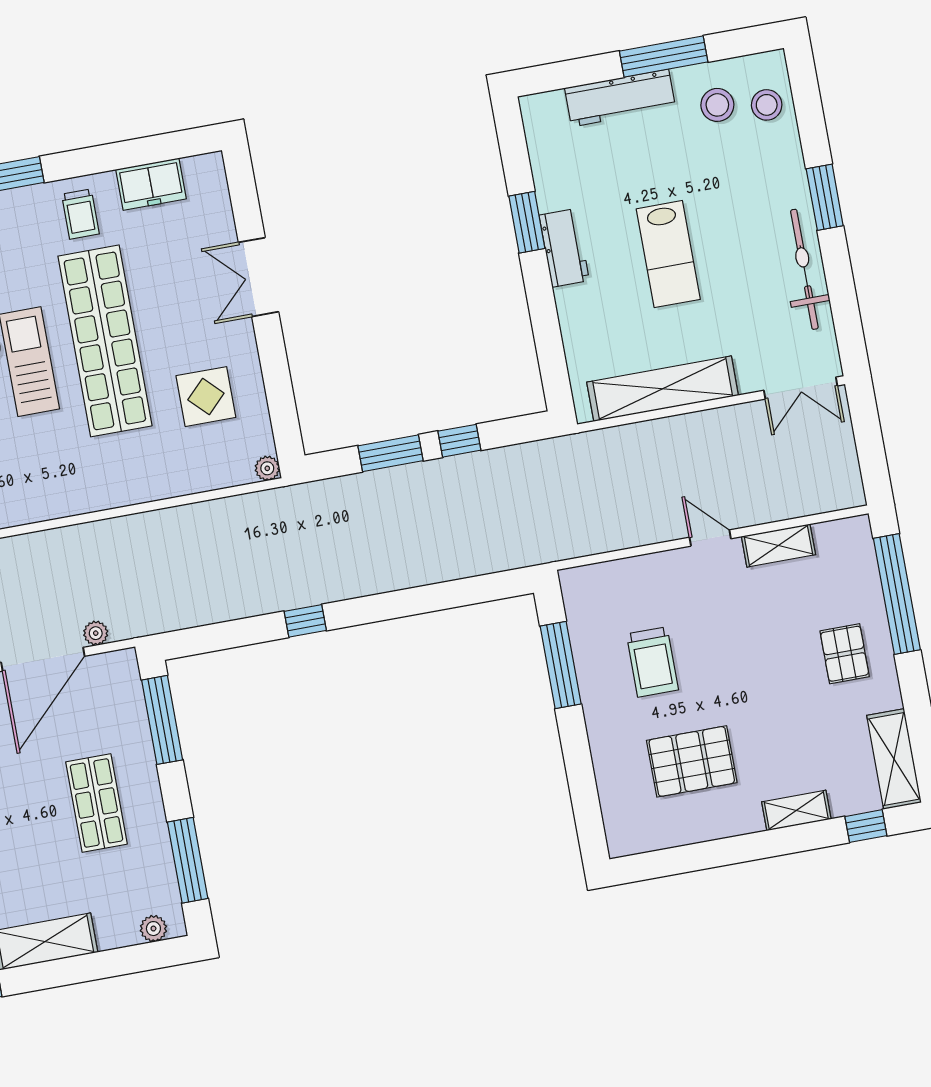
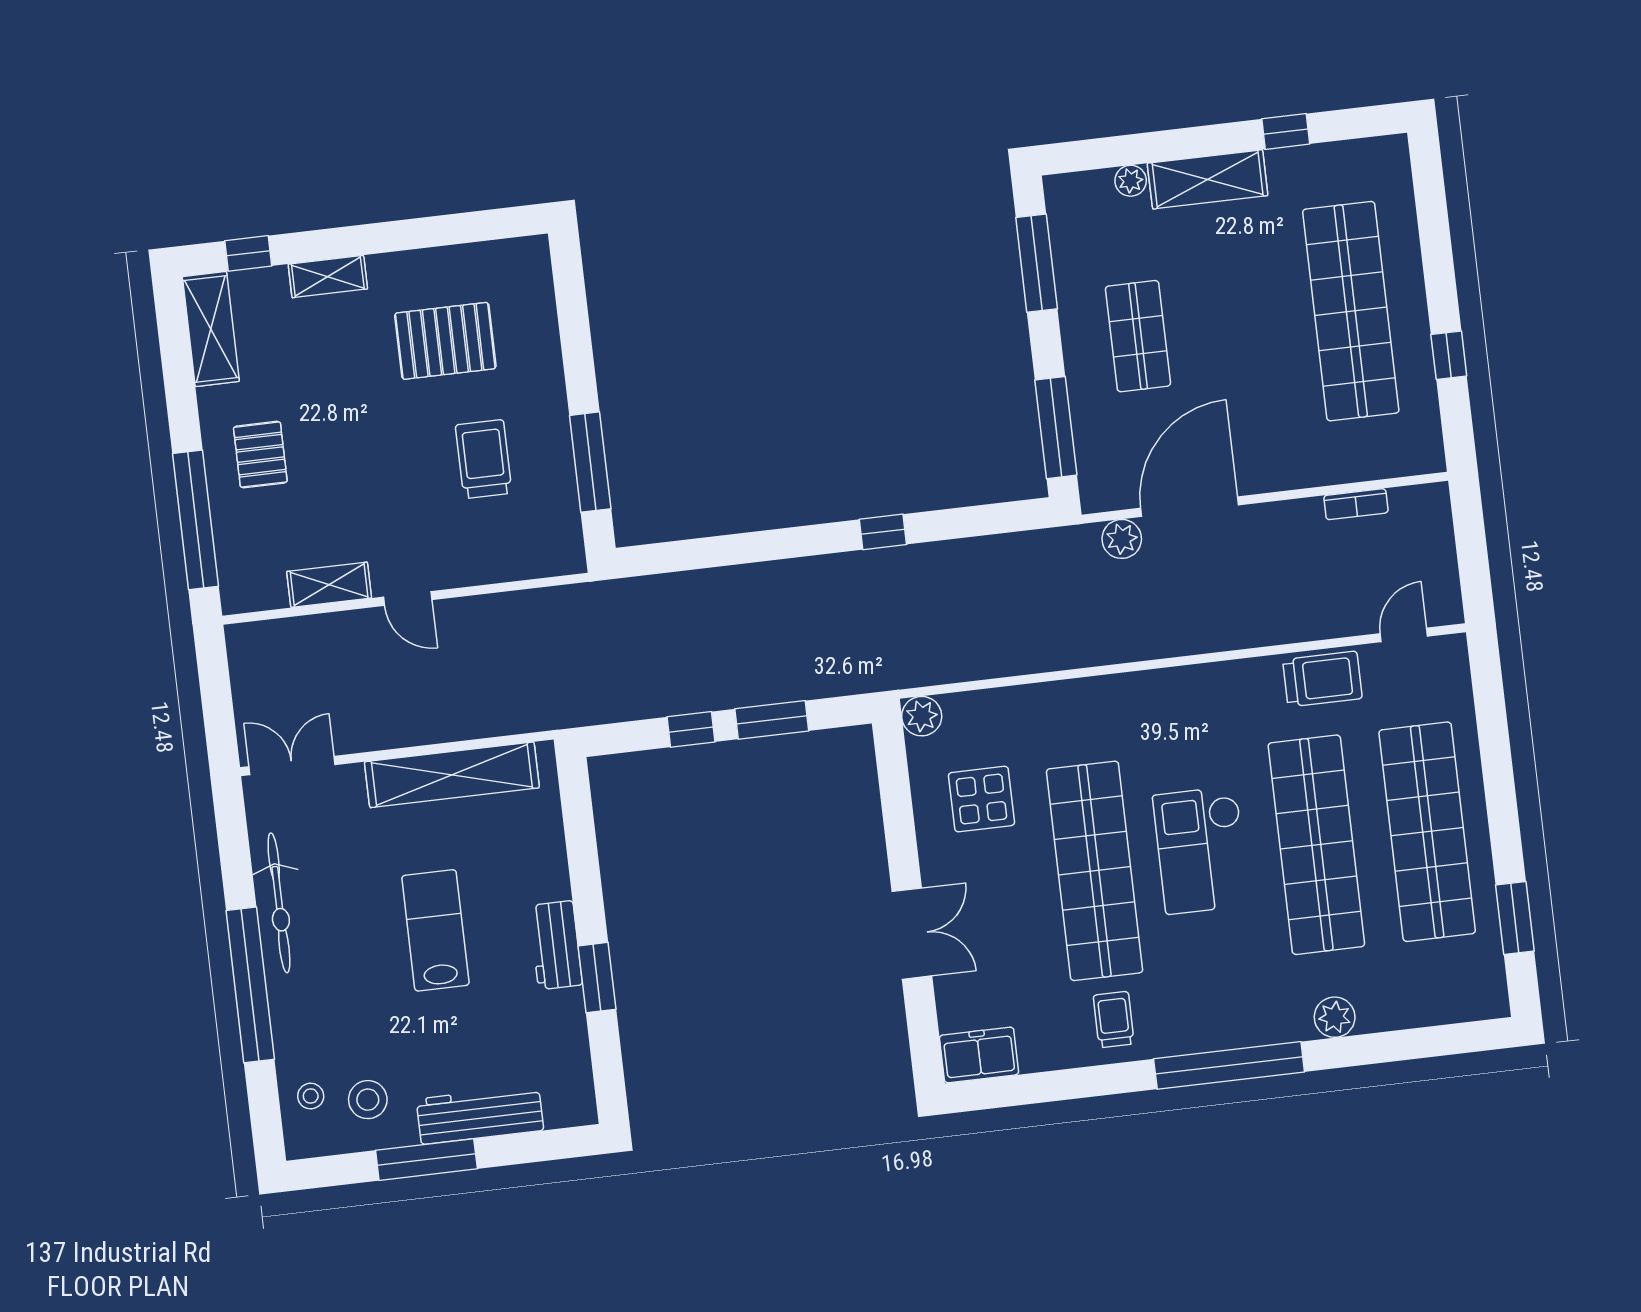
stool: (767, 105) -> (311, 1096), width x0.73, depth x0.73
freezer: (151, 184) -> (979, 1055), moved
window: (825, 197) -> (250, 985), width x2.11
plant: (267, 468) -> (922, 716), width x1.38, depth x1.38
plant: (96, 633) -> (1122, 539), width x1.38, depth x1.38
plant: (153, 929) -> (1131, 181), moved

